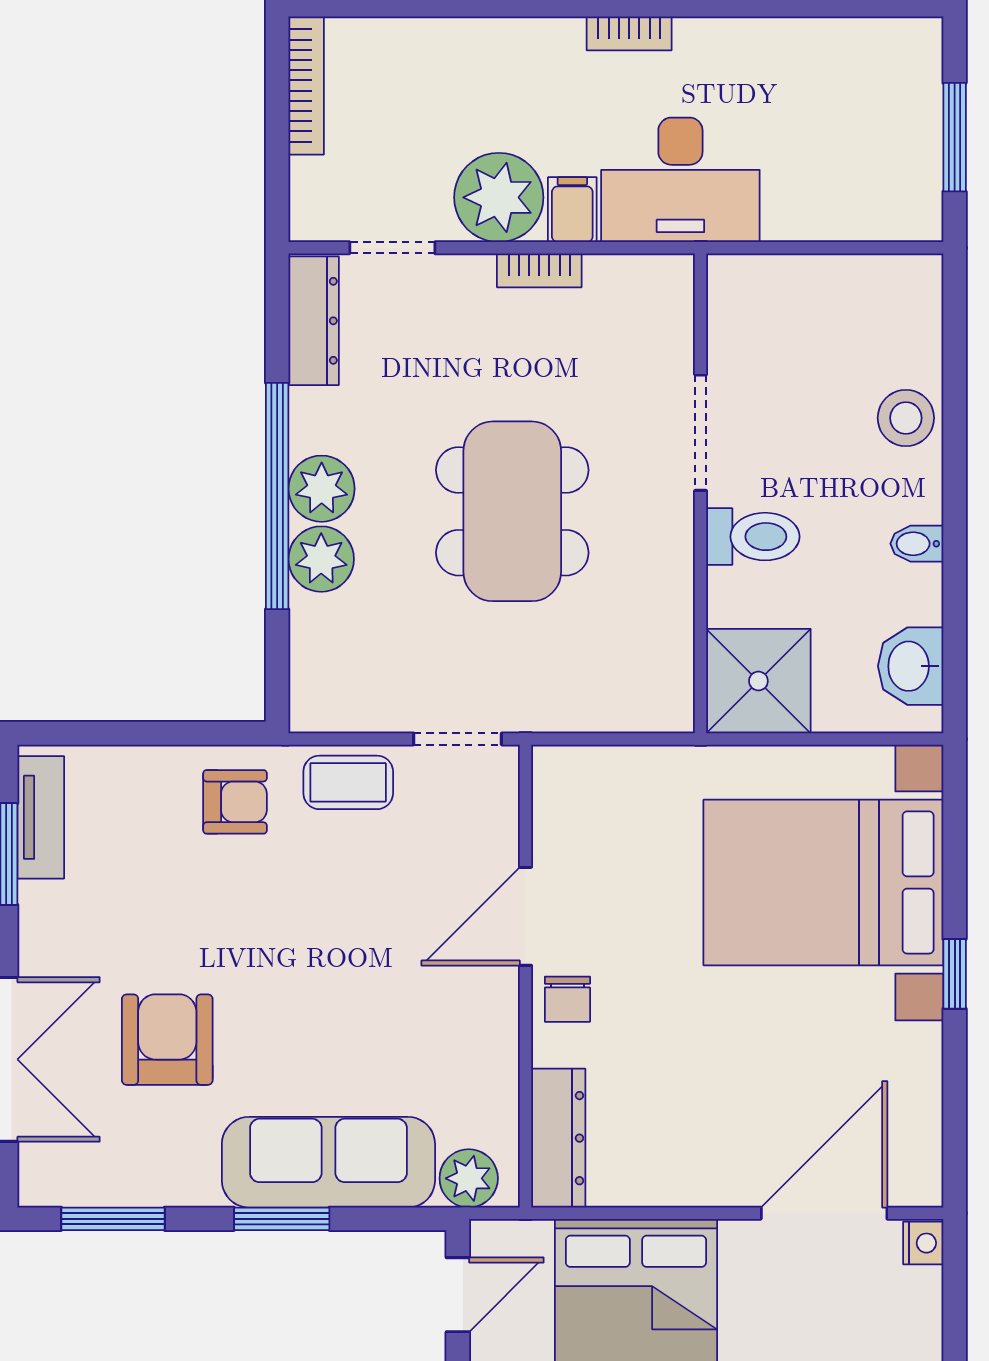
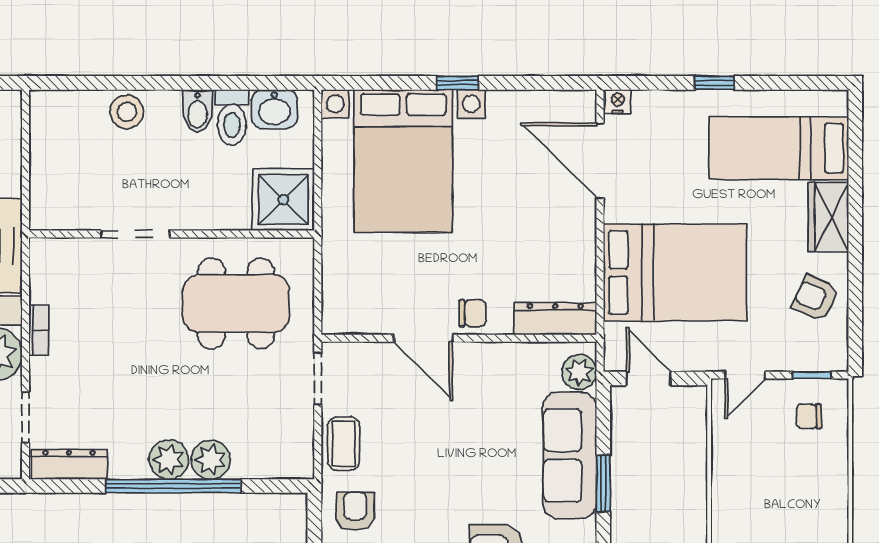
dining table: (512, 511) -> (236, 303), moved
toilet: (753, 537) -> (232, 117), moved, turned 180
bidet: (917, 544) -> (197, 111), width x1.38, depth x1.36

